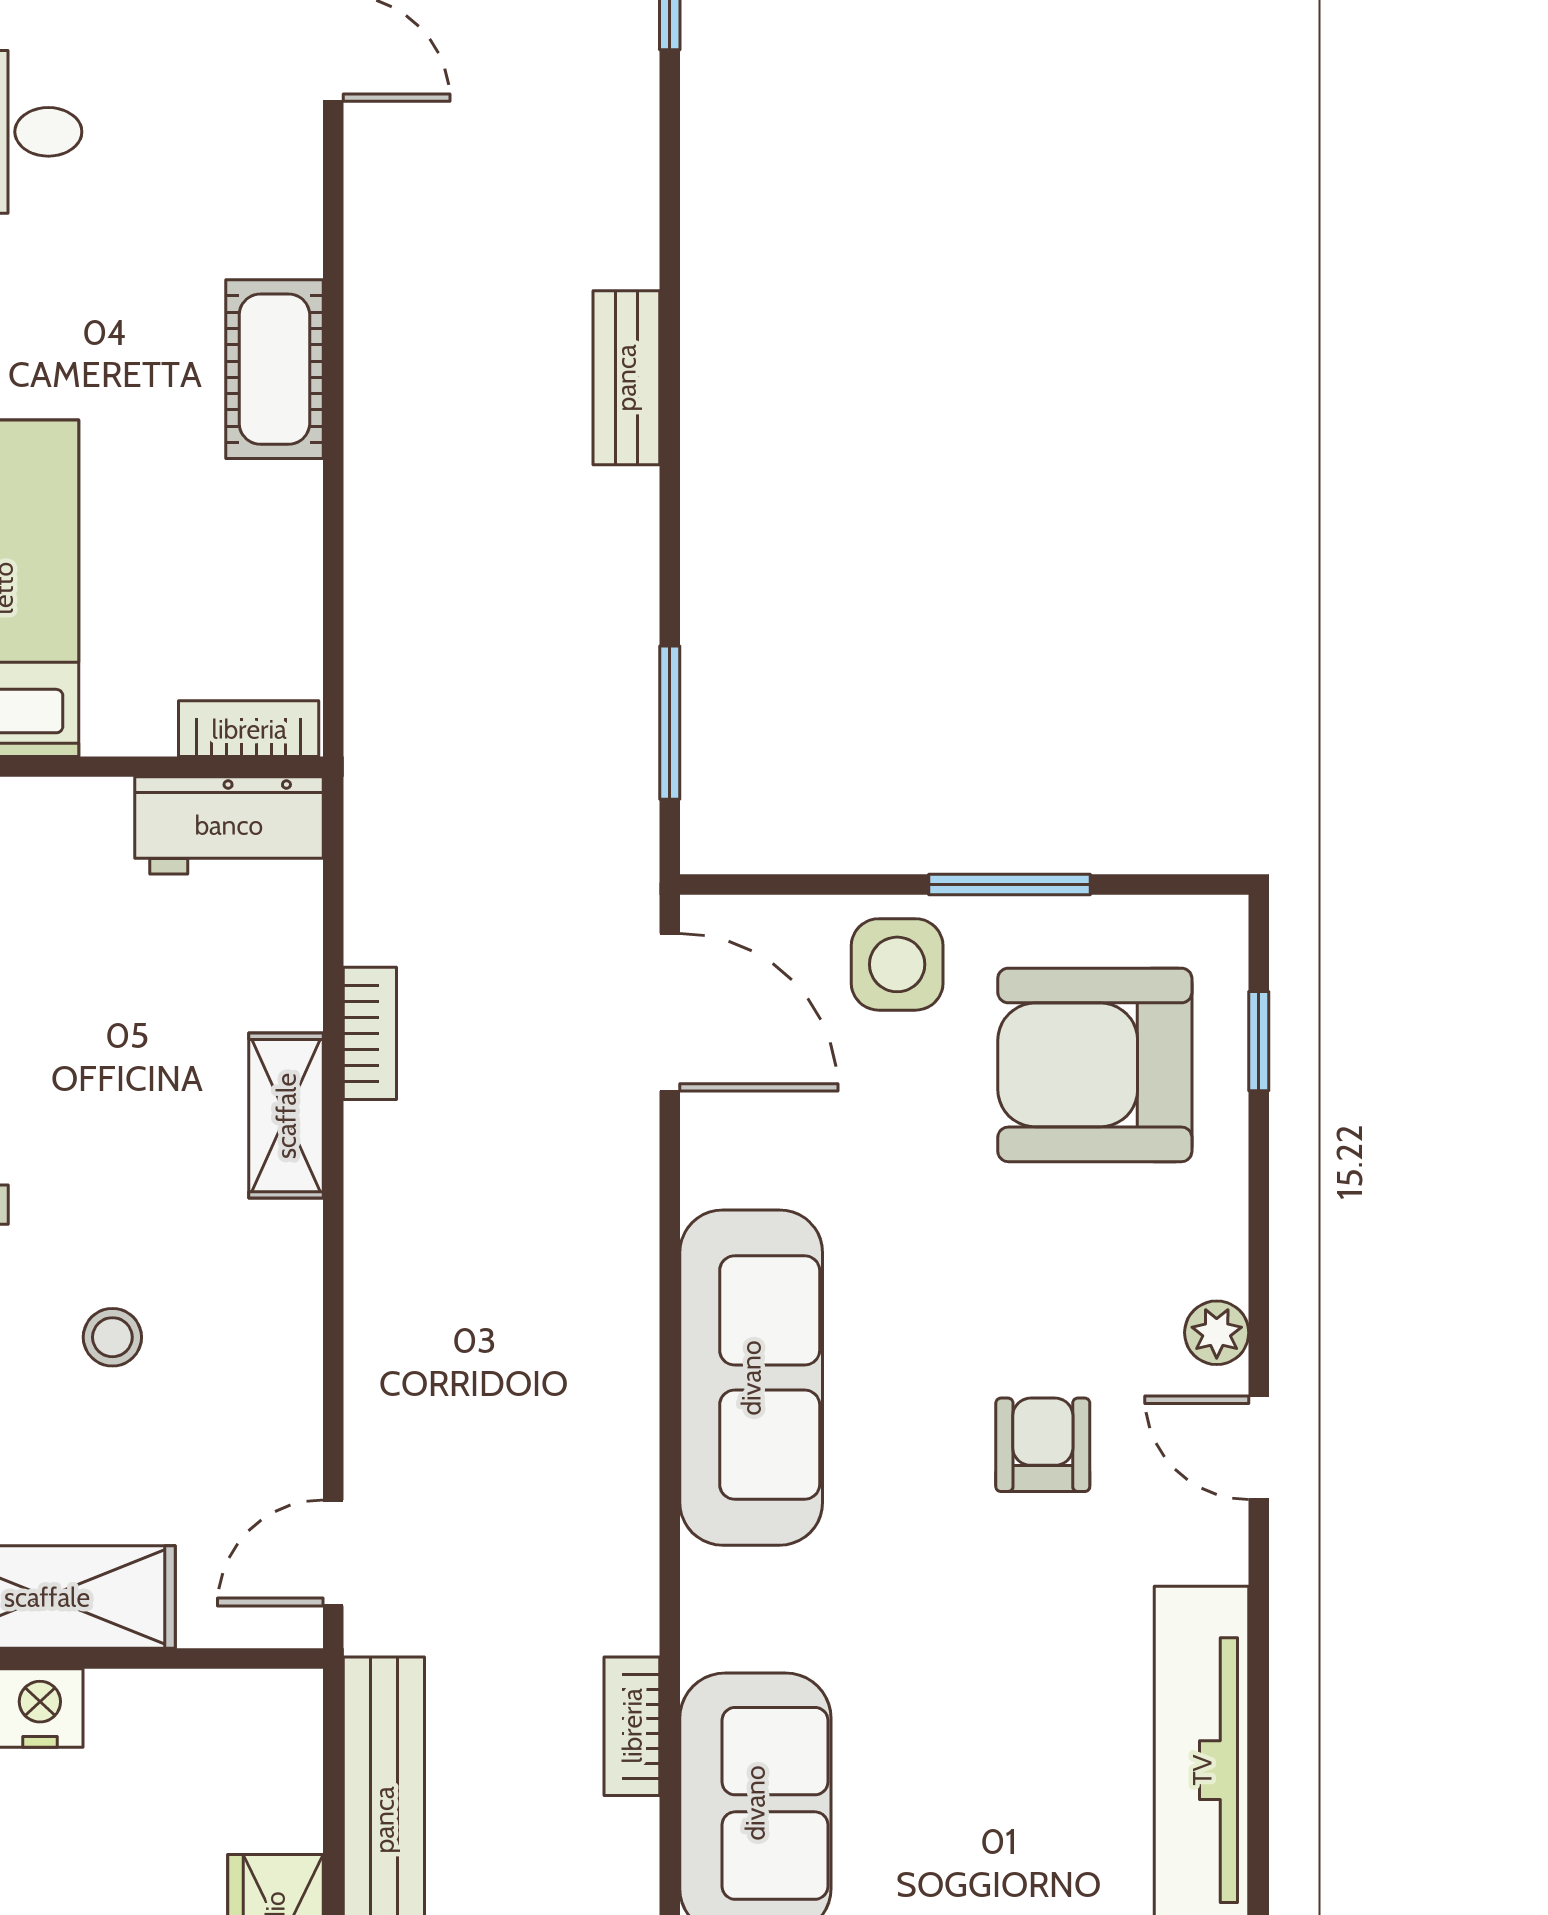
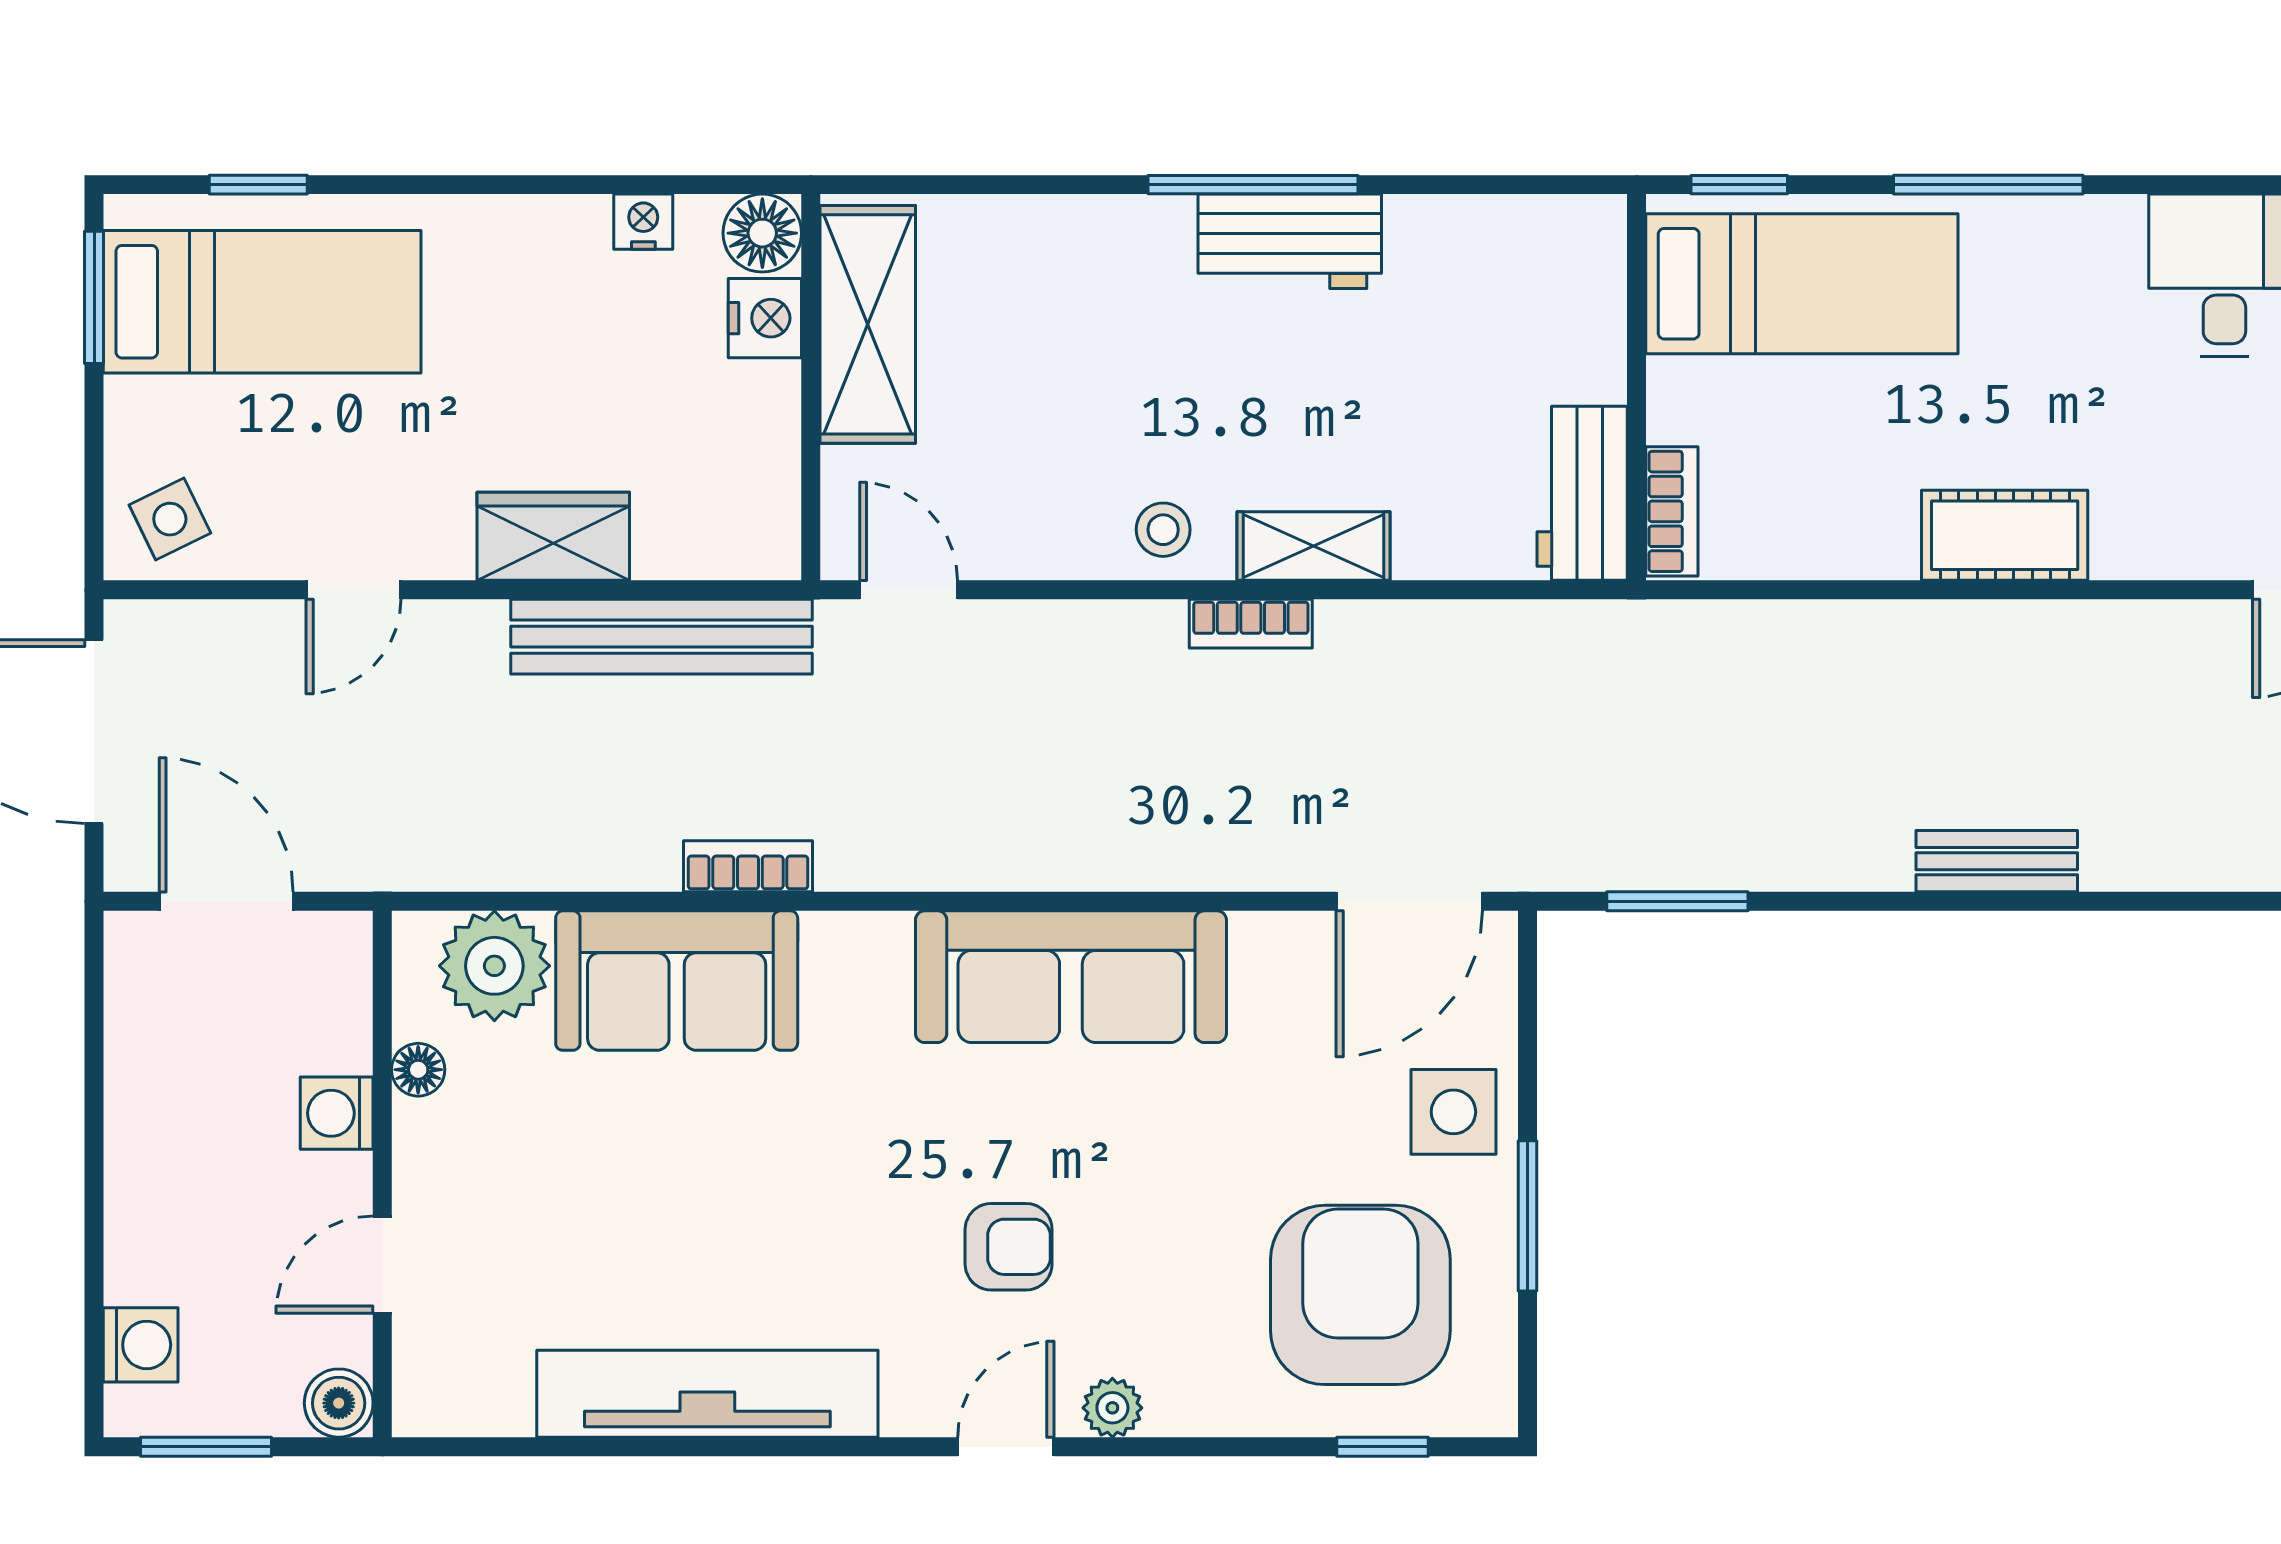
bookcase: (370, 1033) -> (1251, 624), moved
stool: (112, 1337) -> (1163, 530), moved

